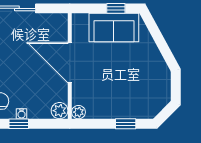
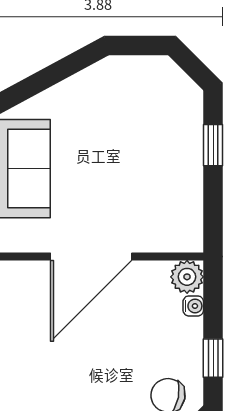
plant: (78, 112) -> (190, 239), removed
water cooler: (21, 114) -> (193, 306), moved

